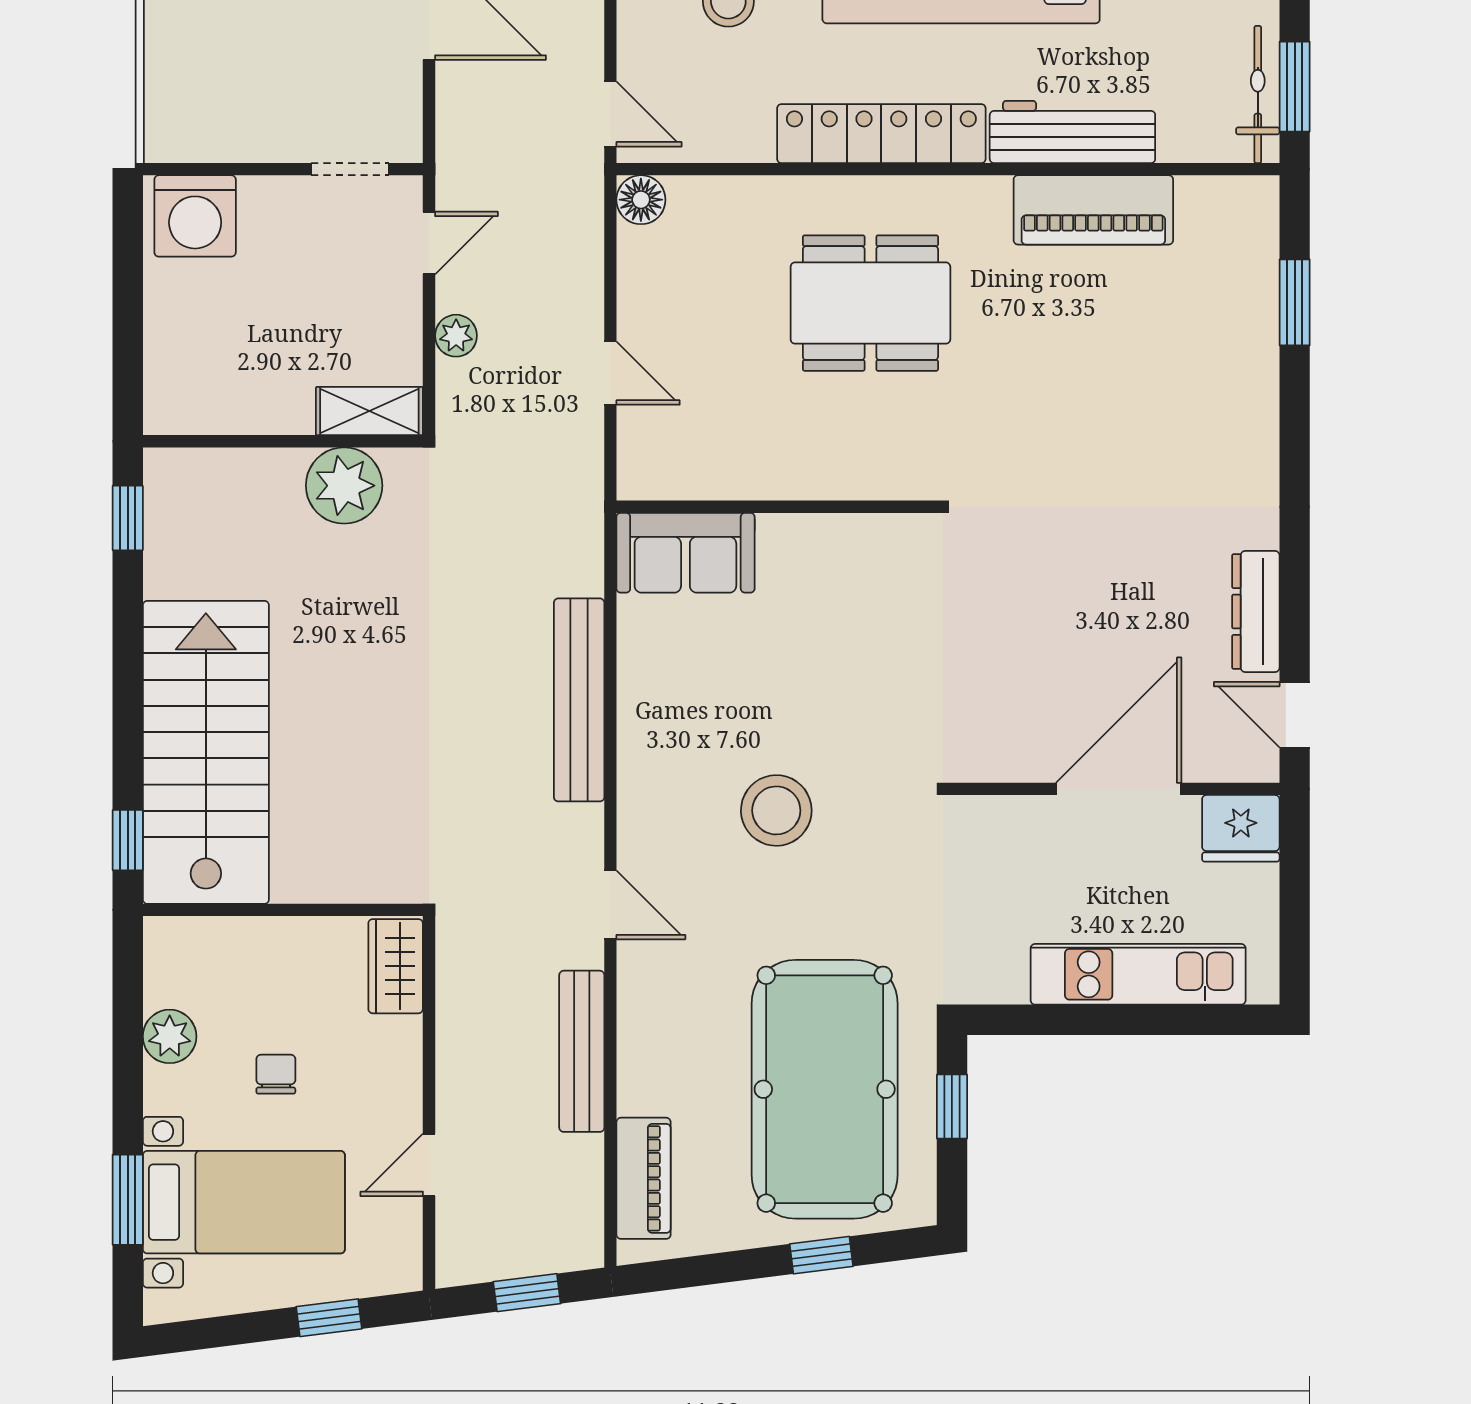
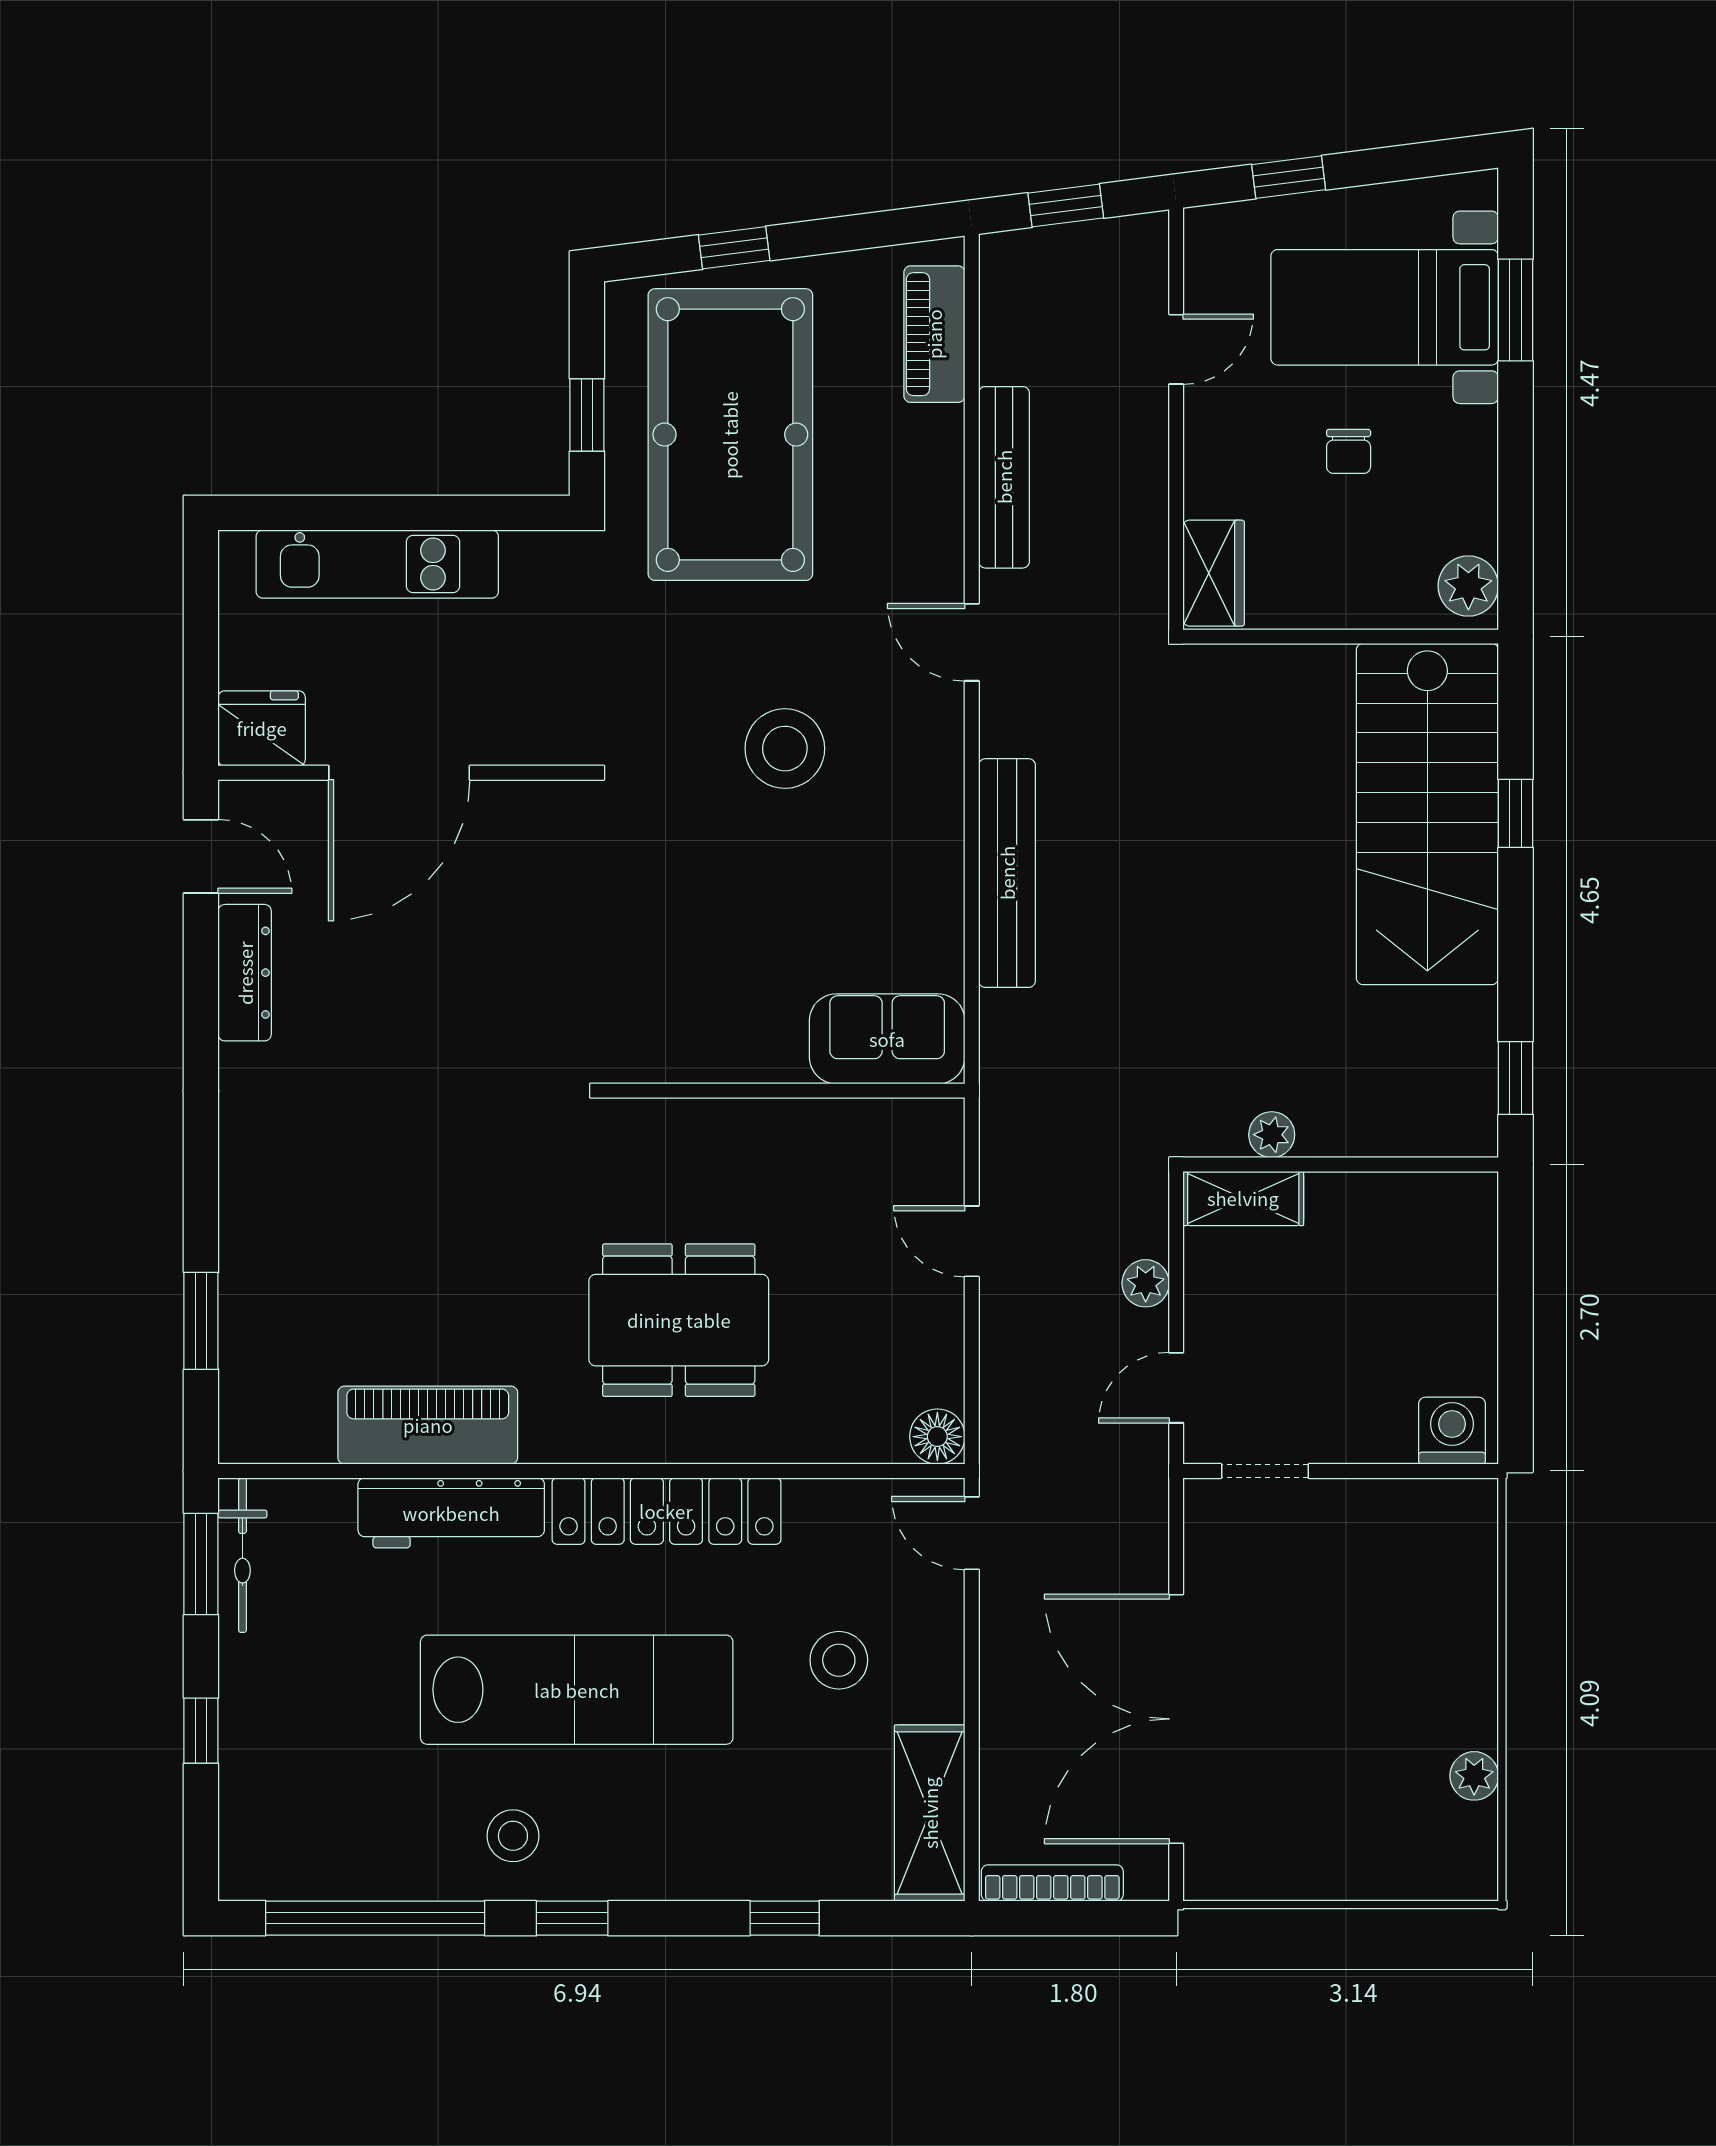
washing machine: (195, 216) -> (1452, 1431), width x0.73, depth x0.73
plant: (344, 486) -> (1272, 1135), width x0.53, depth x0.53
window: (128, 840) -> (1515, 813), moved
plant: (170, 1036) -> (1468, 586), moved

